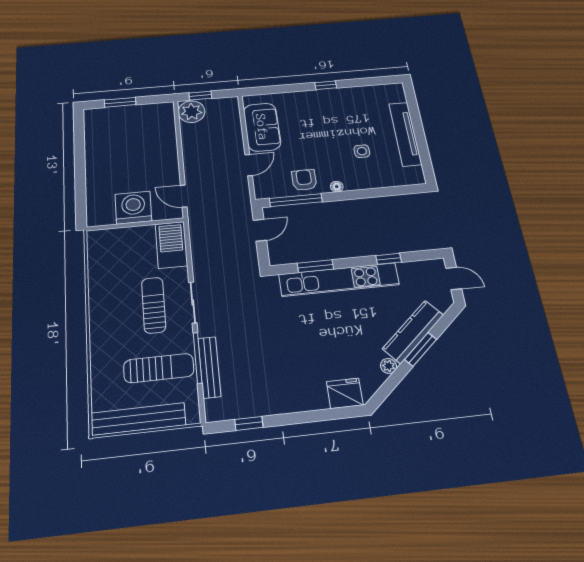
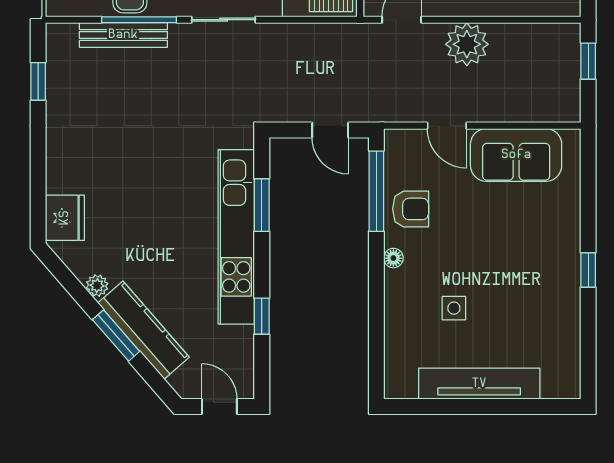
plant: (192, 112) -> (467, 44), moved
door: (454, 278) -> (219, 406), swing flipped

